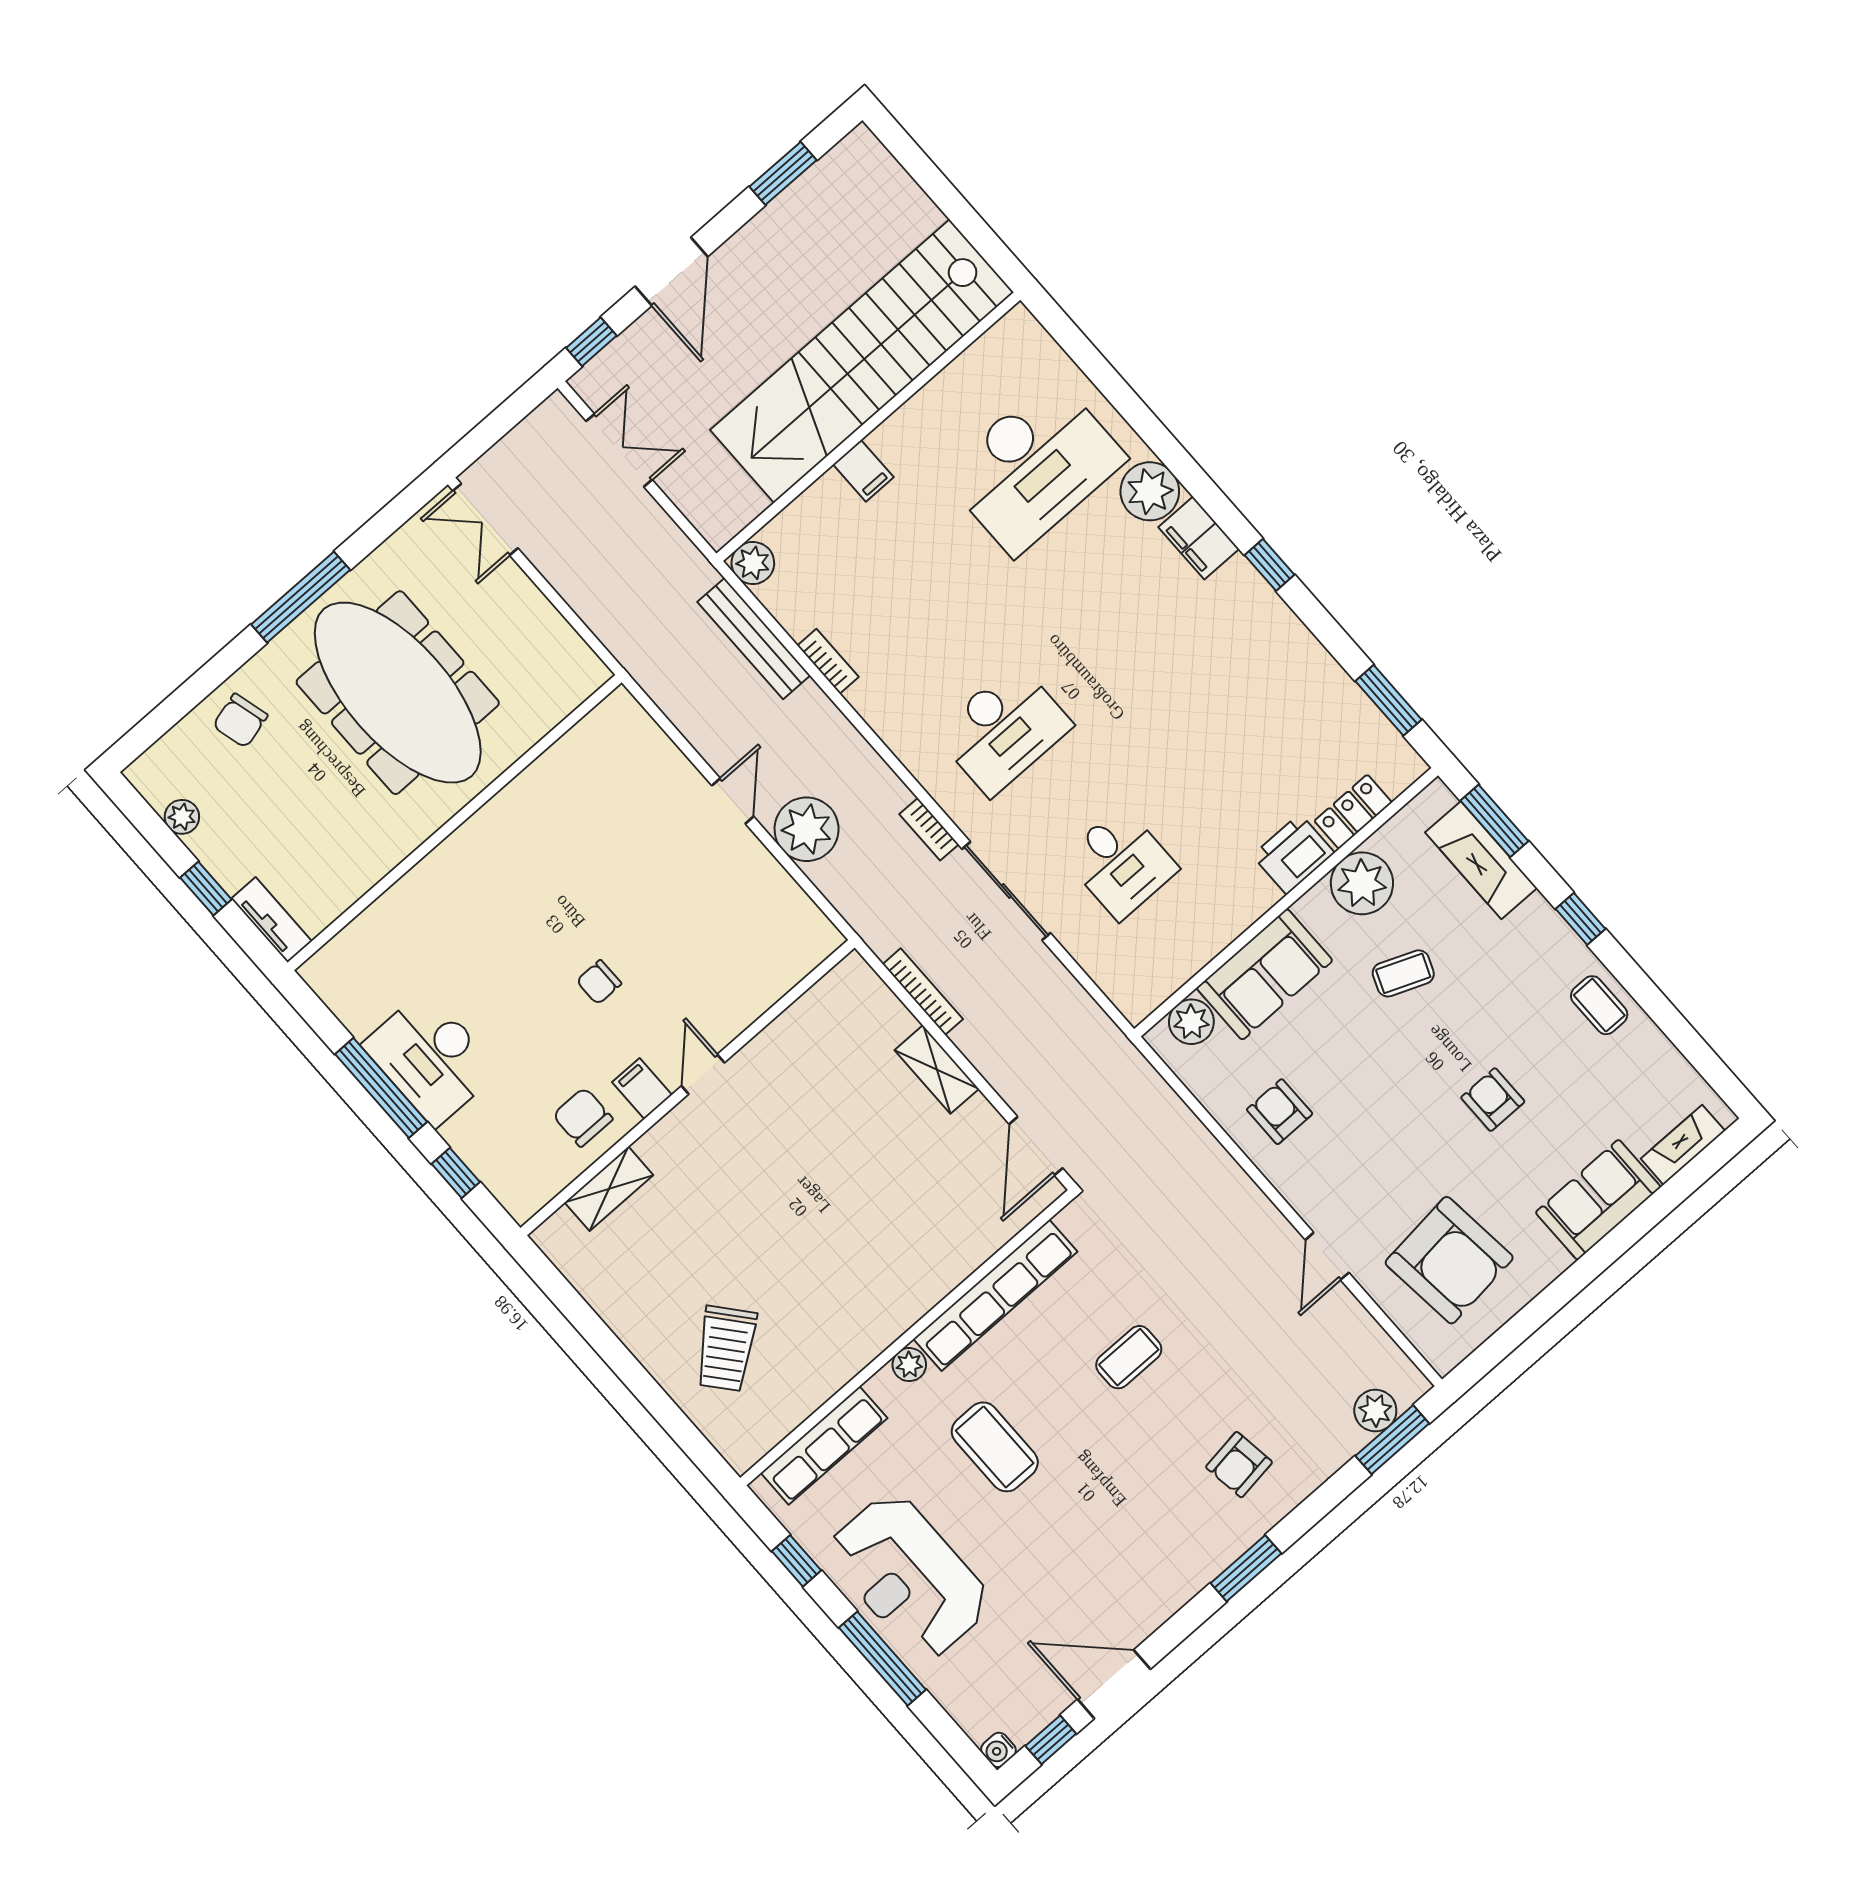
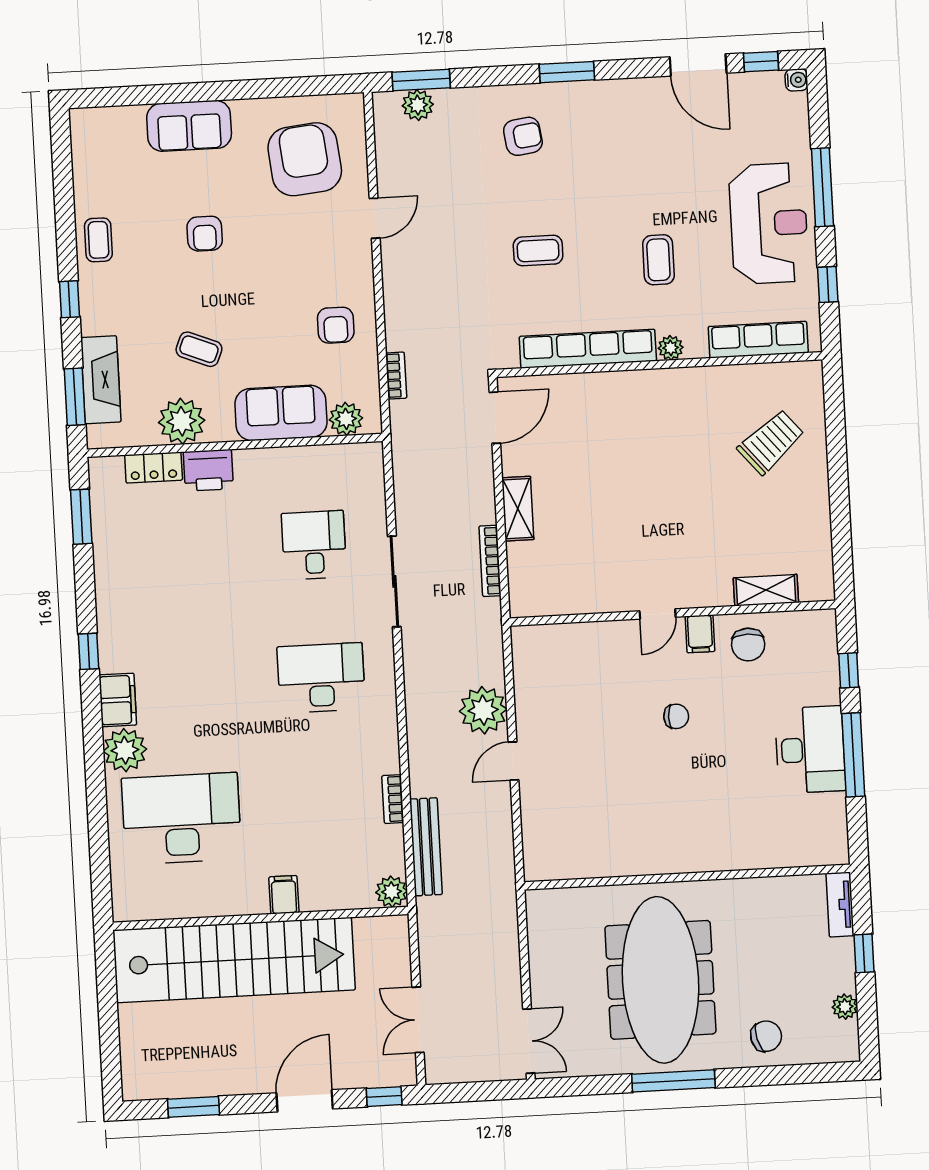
bookcase: (929, 829) -> (396, 376), moved
fireplace: (1683, 1145) -> (114, 119), removed
coffee table: (995, 1447) -> (658, 260), width x0.73, depth x0.77

